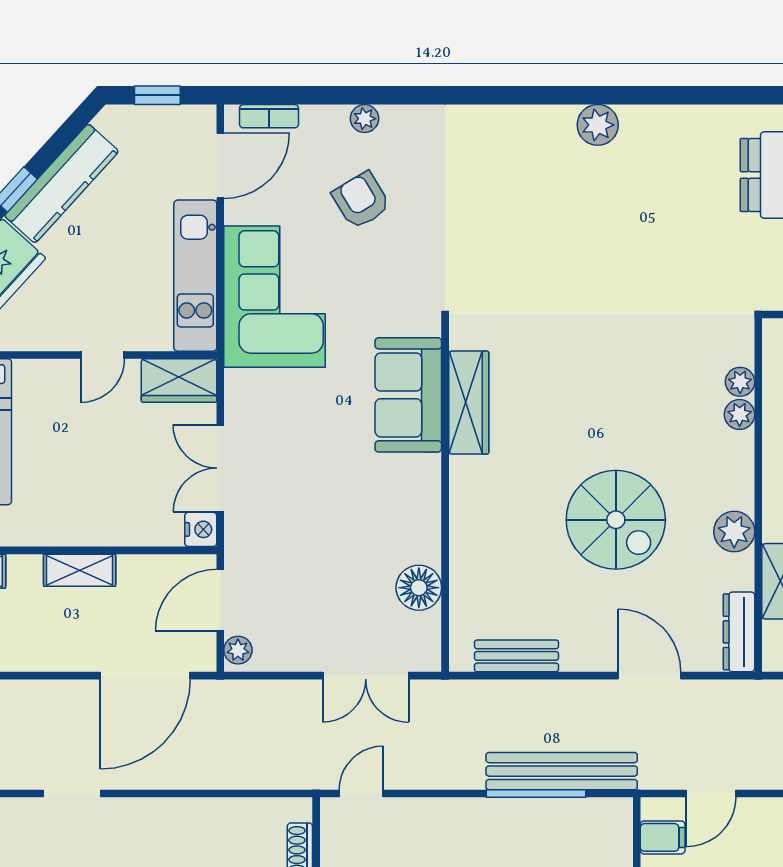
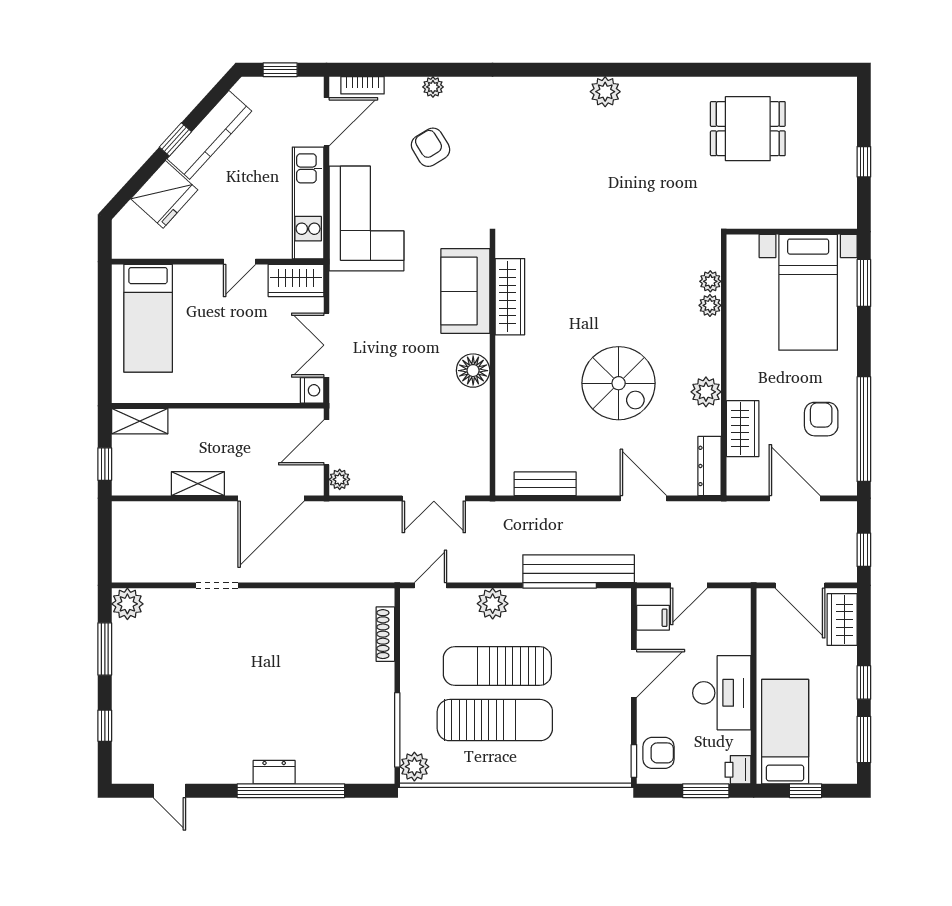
shelving: (80, 570) -> (198, 484), moved
floor lamp: (419, 588) -> (473, 371), moved
plant: (445, 818) -> (493, 604), added

